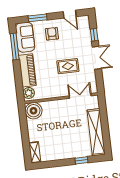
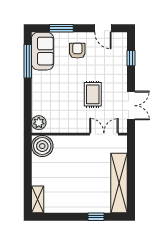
double door: (97, 58) -> (131, 106), moved
rug: (68, 66) -> (93, 94), turned 90
piano: (27, 70) -> (41, 94), removed

